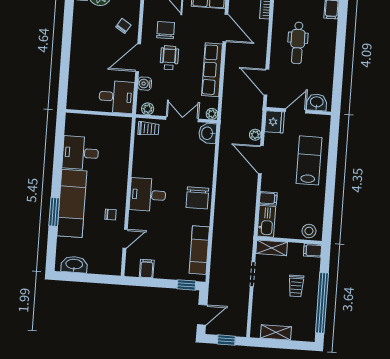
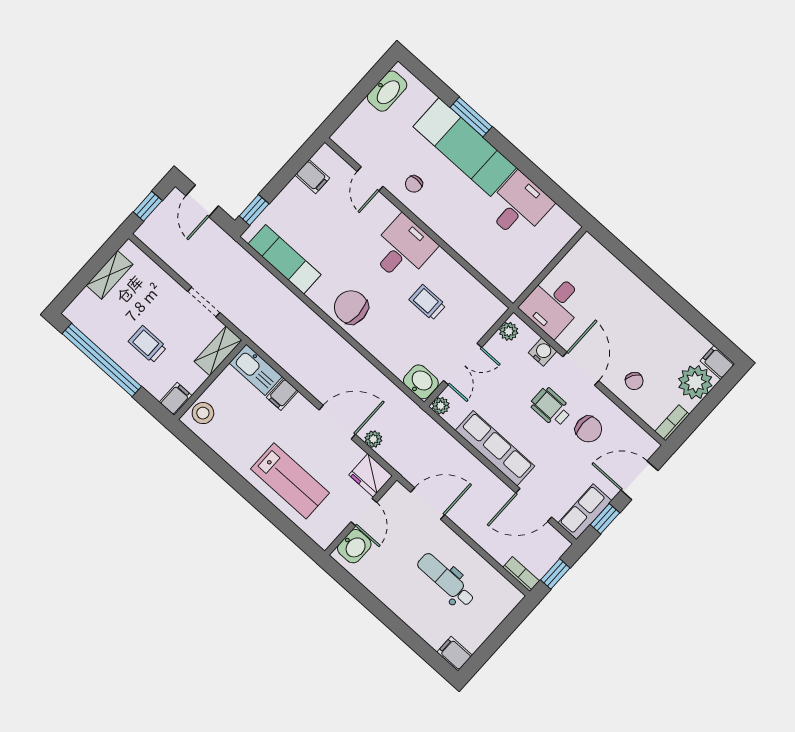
wheelchair: (169, 58) -> (551, 407), turned 180
trolley: (148, 129) -> (427, 302), moved, turned 90

